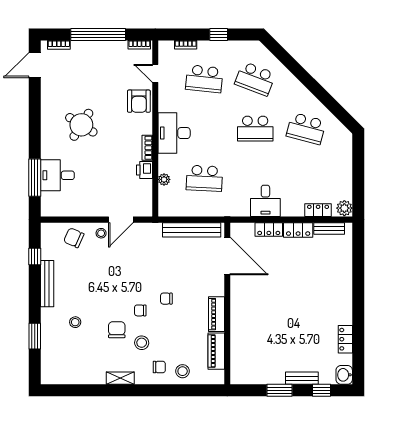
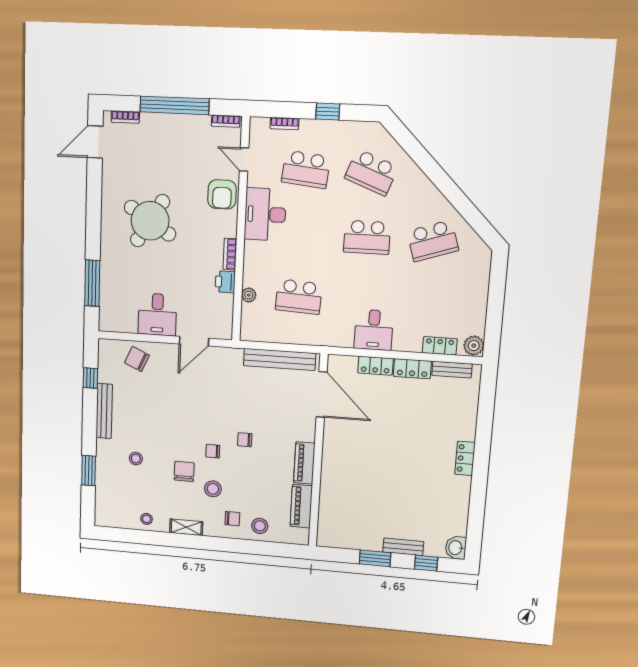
round table: (81, 125) -> (150, 221), width x1.36, depth x1.36
school desk: (306, 129) -> (433, 241), turned -33
desk: (174, 133) -> (265, 214), moved
desk: (57, 175) -> (157, 314), moved, turned -90
stool: (101, 233) -> (147, 519), moved
locker: (345, 339) -> (465, 458), moved

